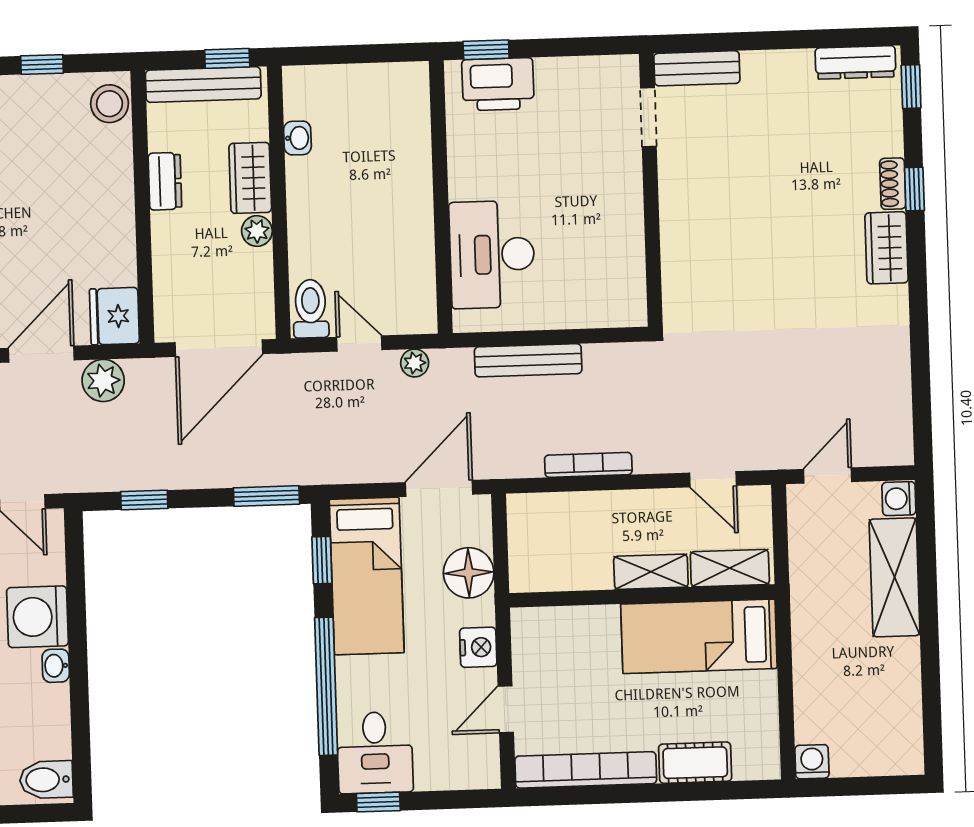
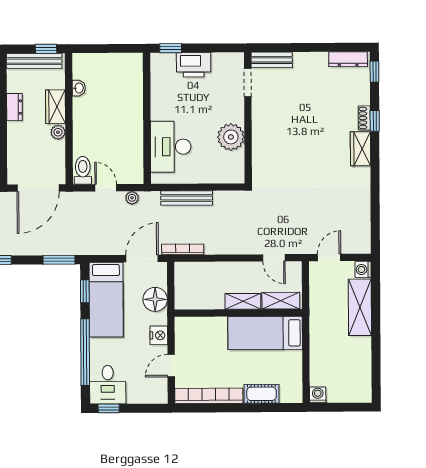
printer: (498, 84) -> (194, 65), moved
plant: (617, 231) -> (231, 137), added
bookcase: (588, 465) -> (183, 249), moved

